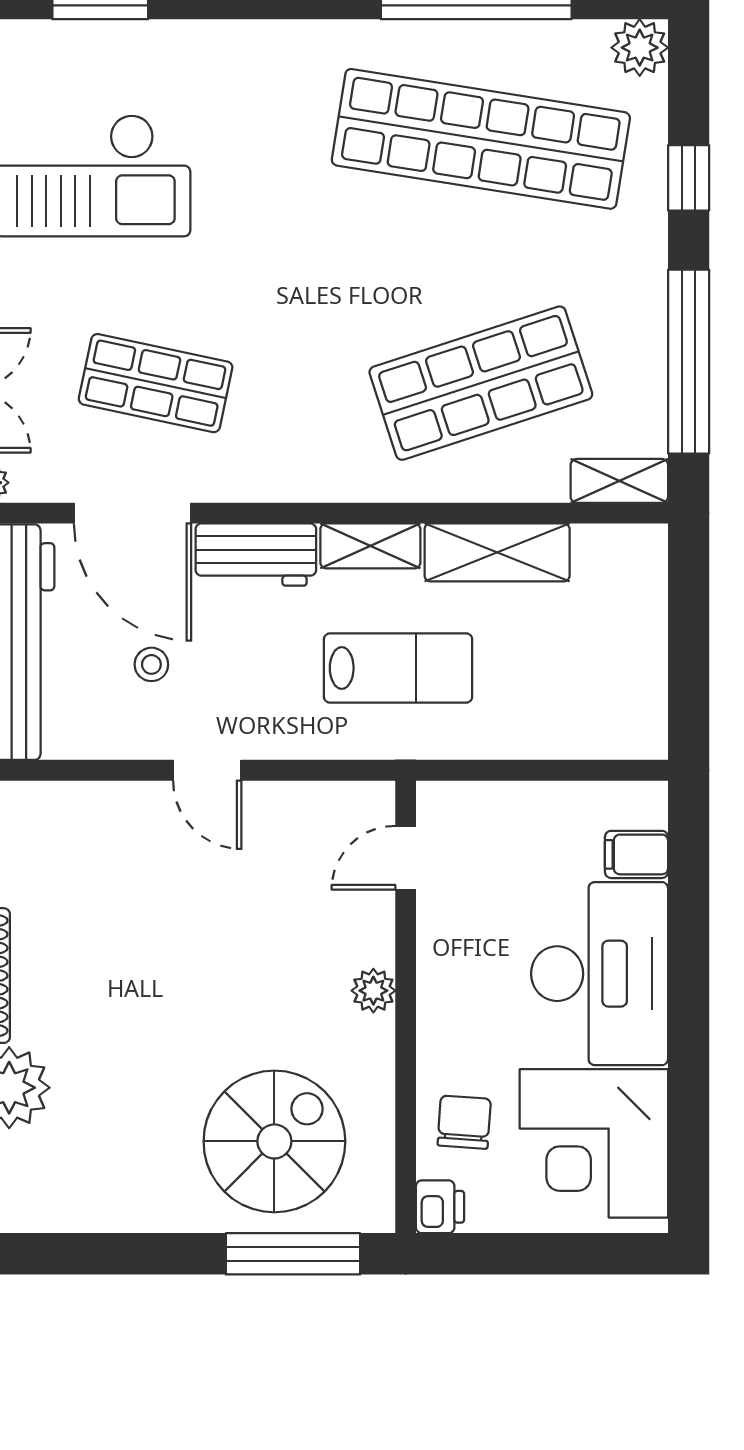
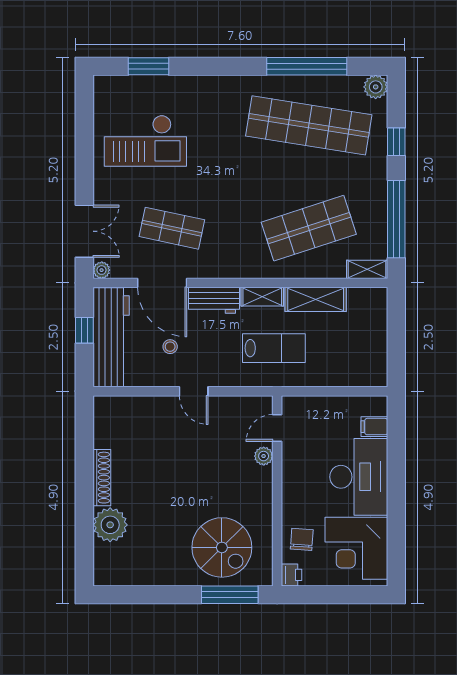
plant: (373, 991) -> (264, 456), moved
spiral stairs: (274, 1141) -> (222, 547), turned 90

